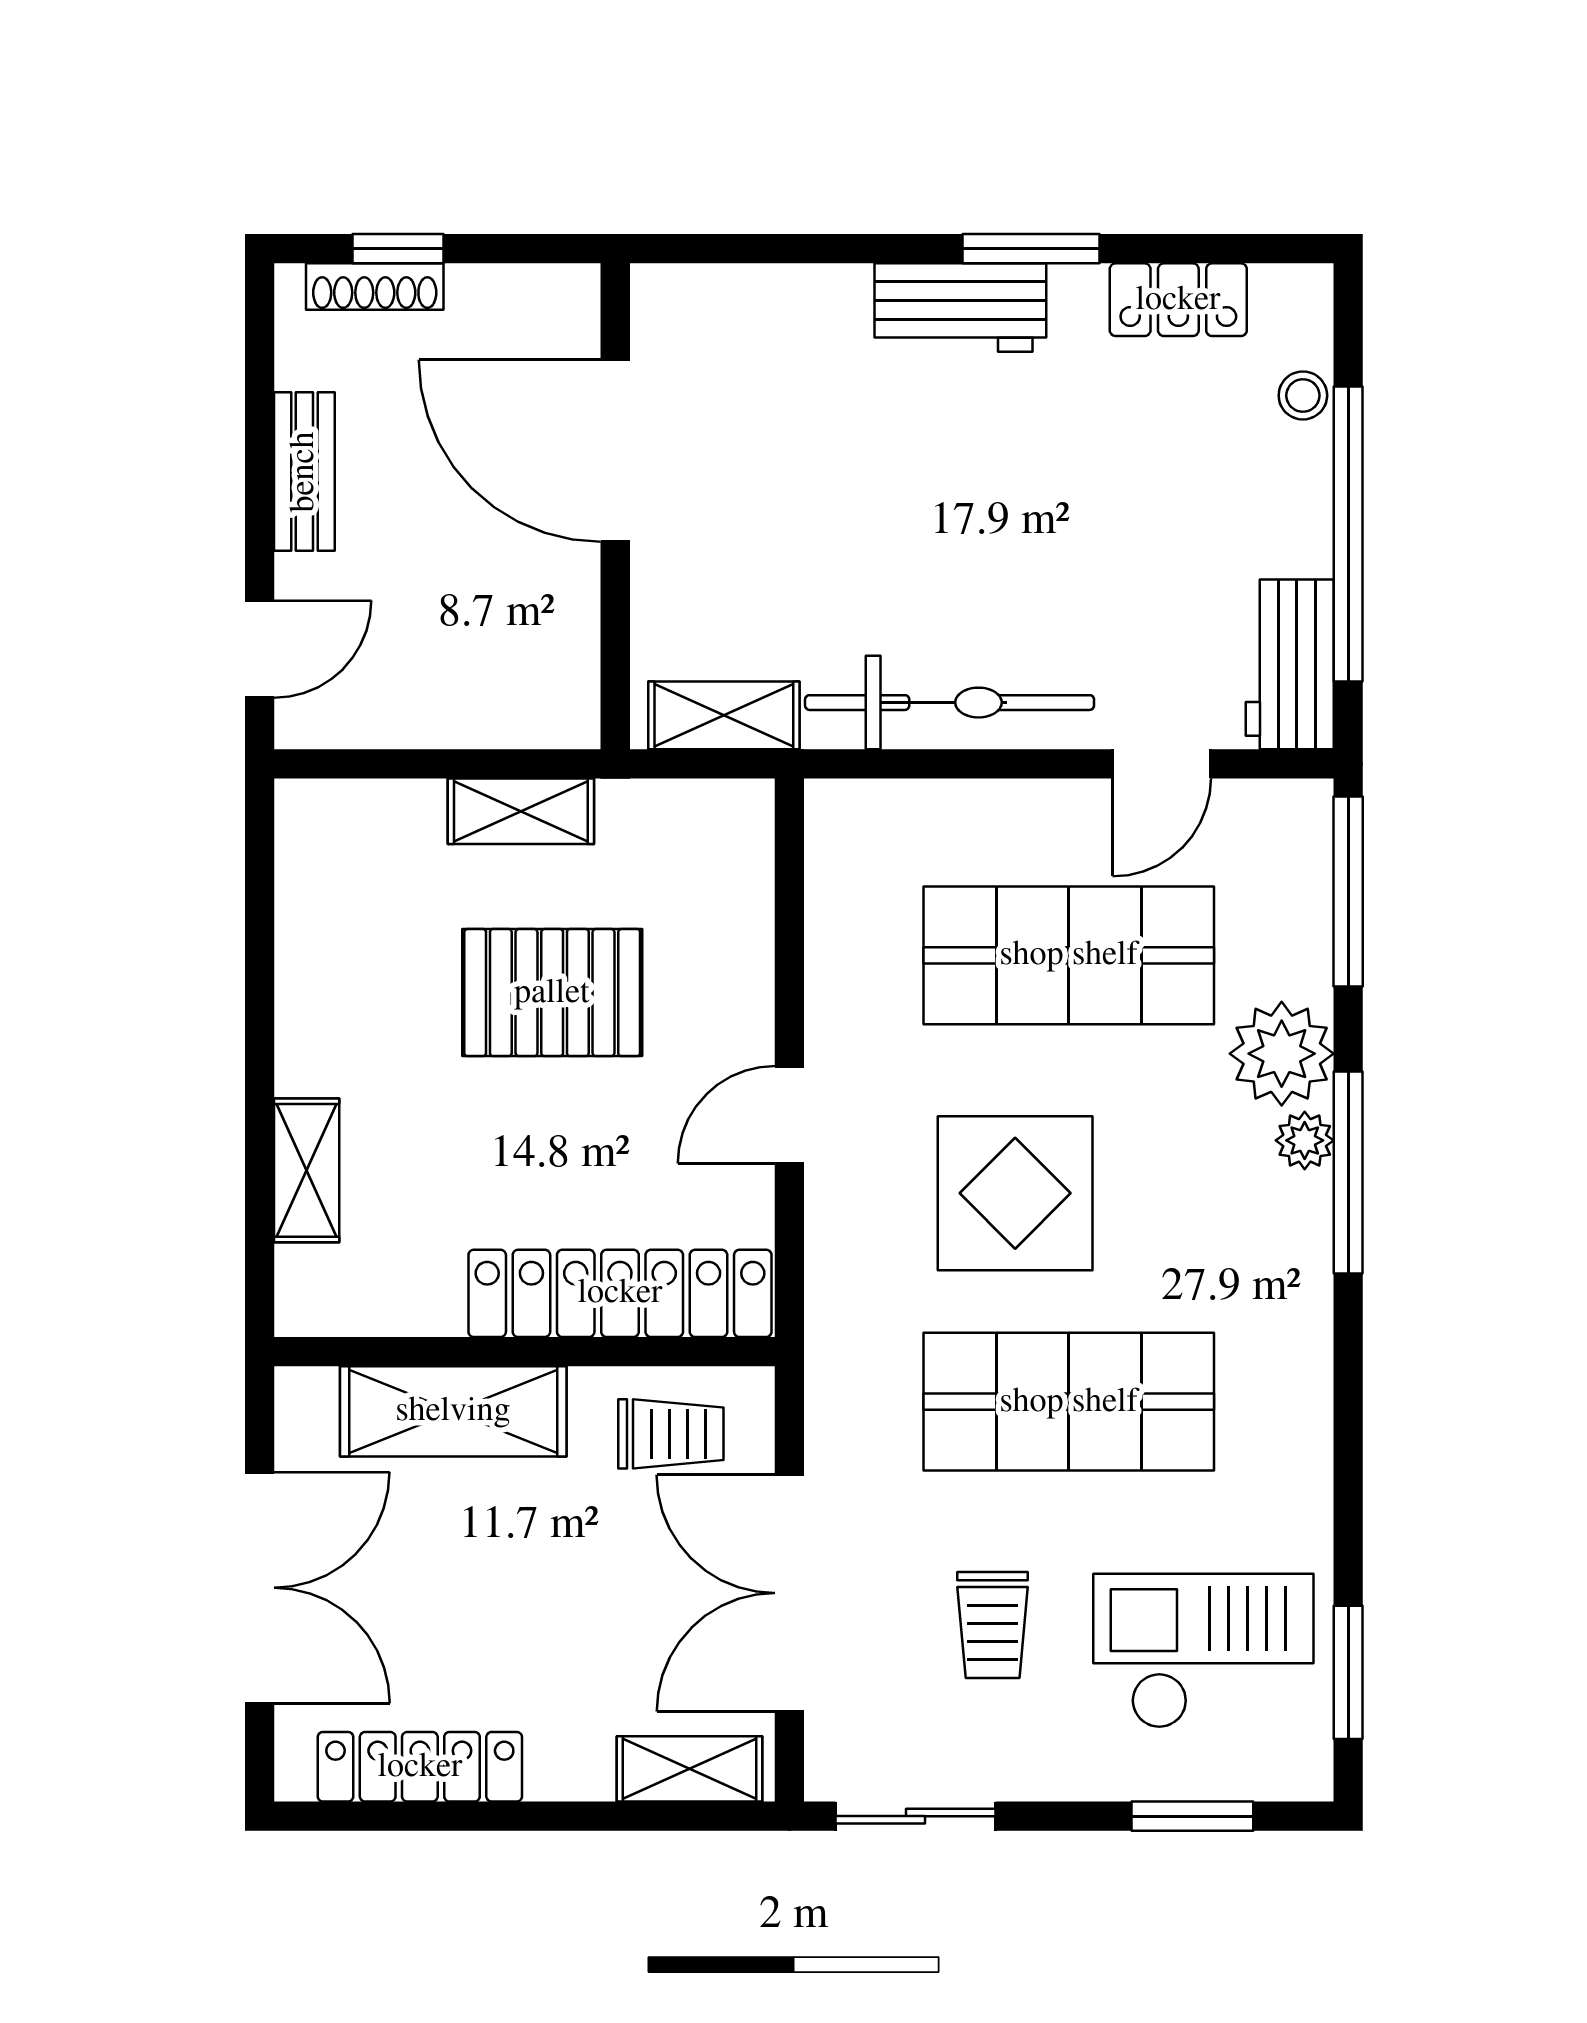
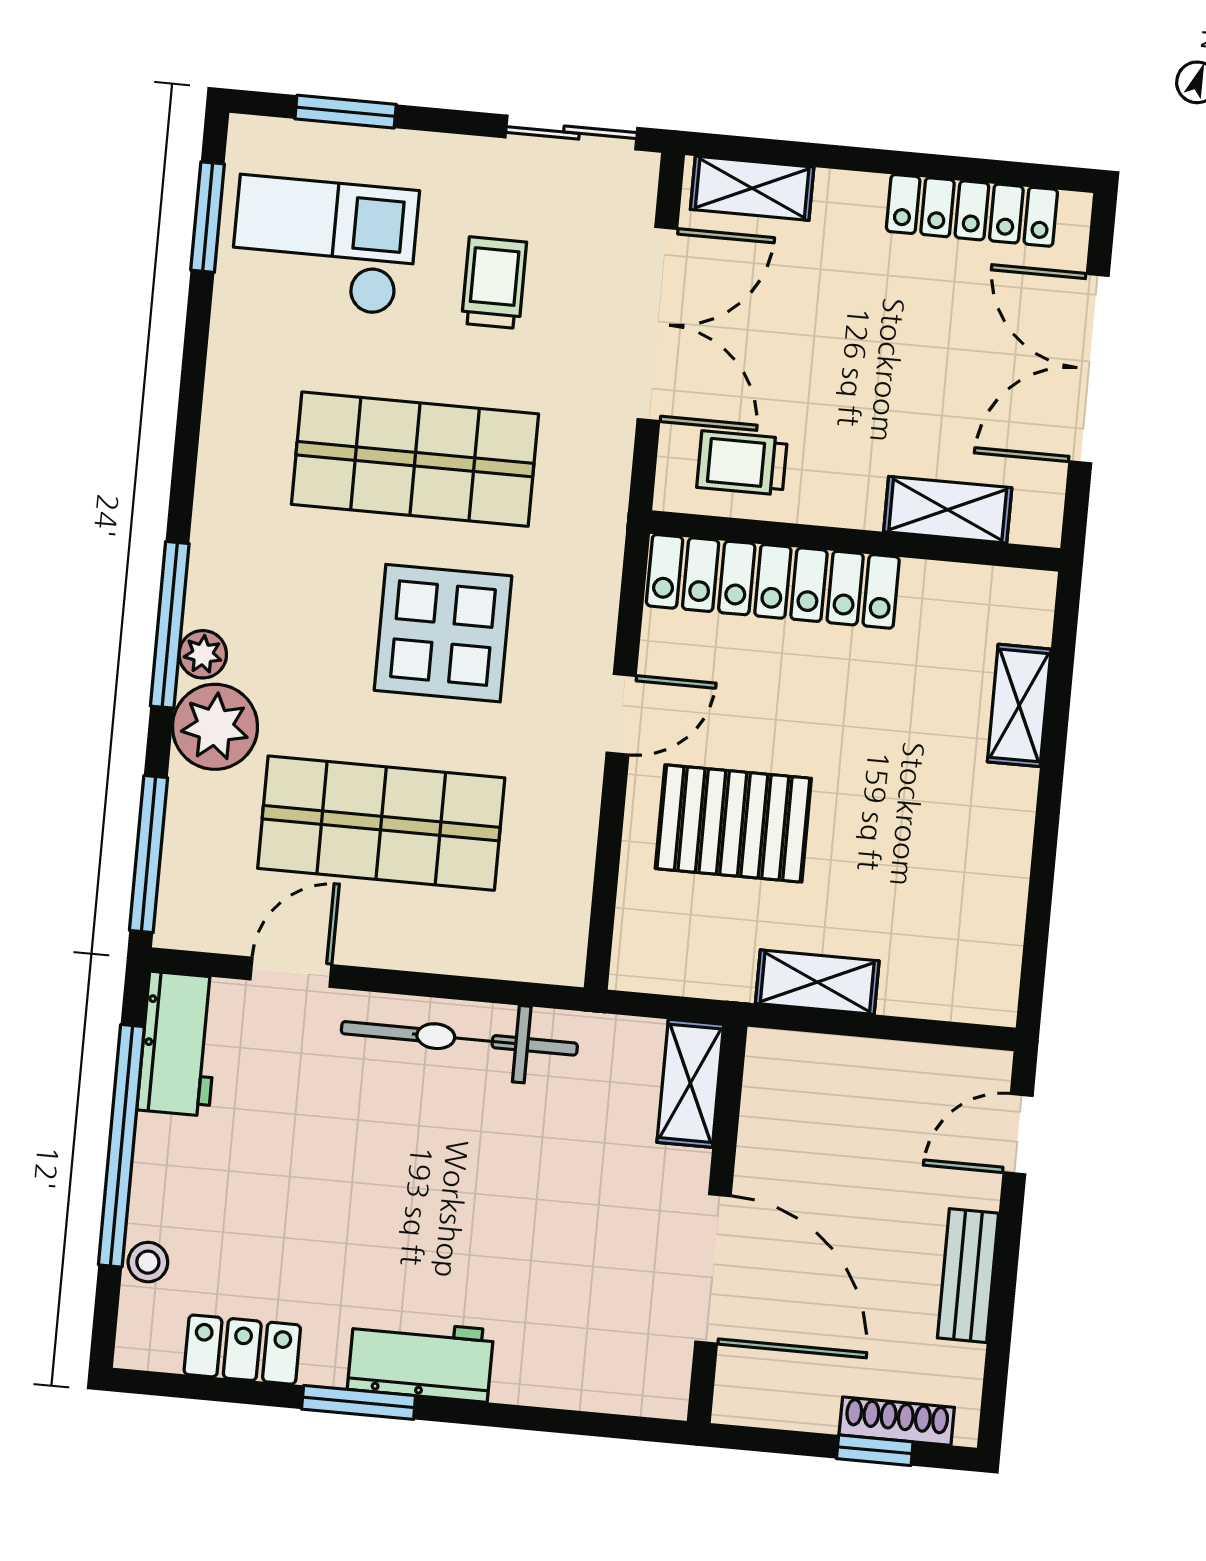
shelving: (724, 715) -> (690, 1083), moved, turned 90
pallet: (552, 993) -> (733, 823), moved
shelving: (453, 1411) -> (948, 510), width x0.67, depth x0.75
checkout: (1203, 1651) -> (324, 245), turned 180

